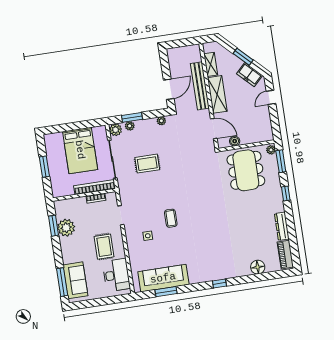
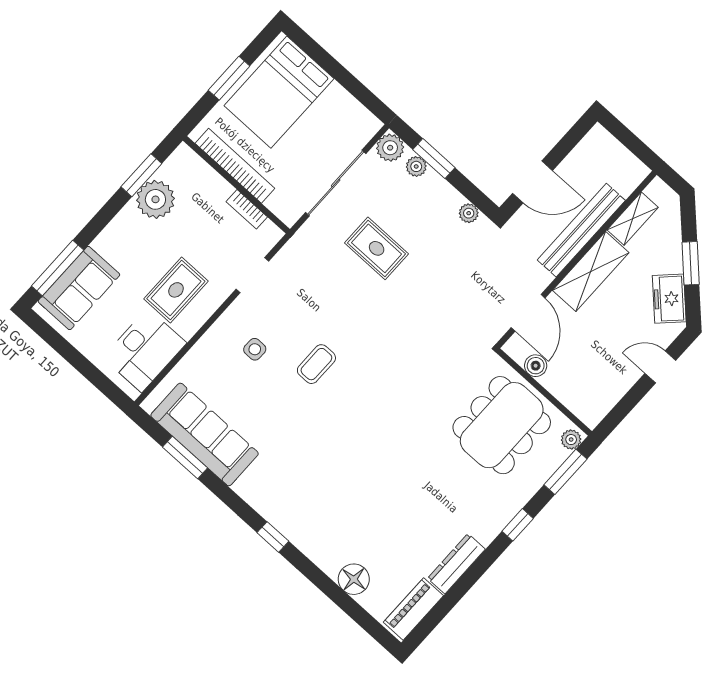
bed: (80, 150) -> (279, 92), moved
bookcase: (95, 187) -> (235, 166), moved

